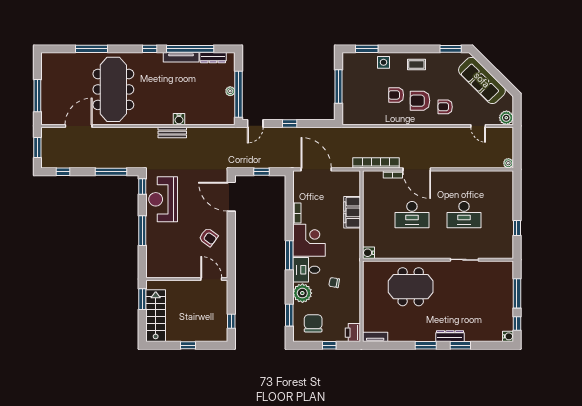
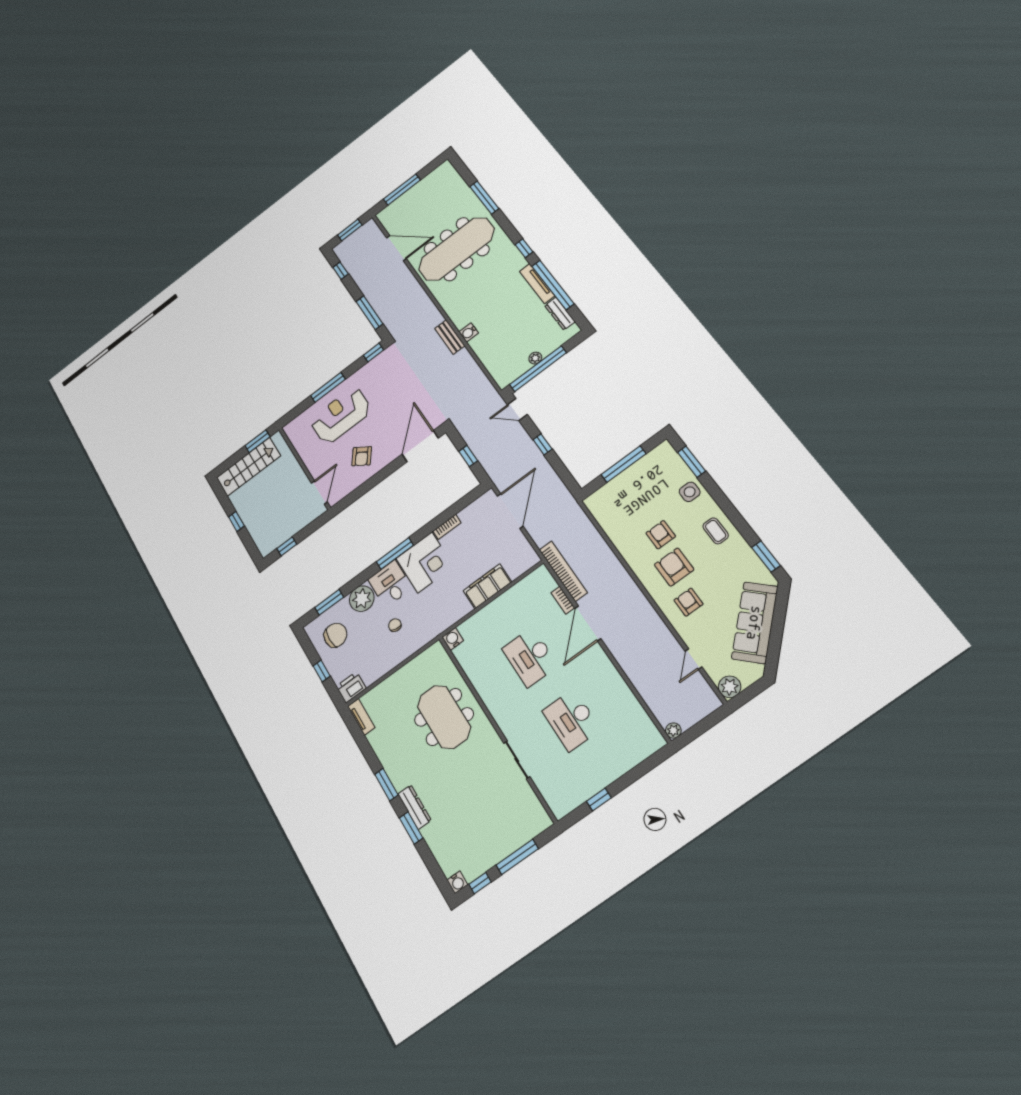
reception desk: (163, 199) -> (341, 416), moved

